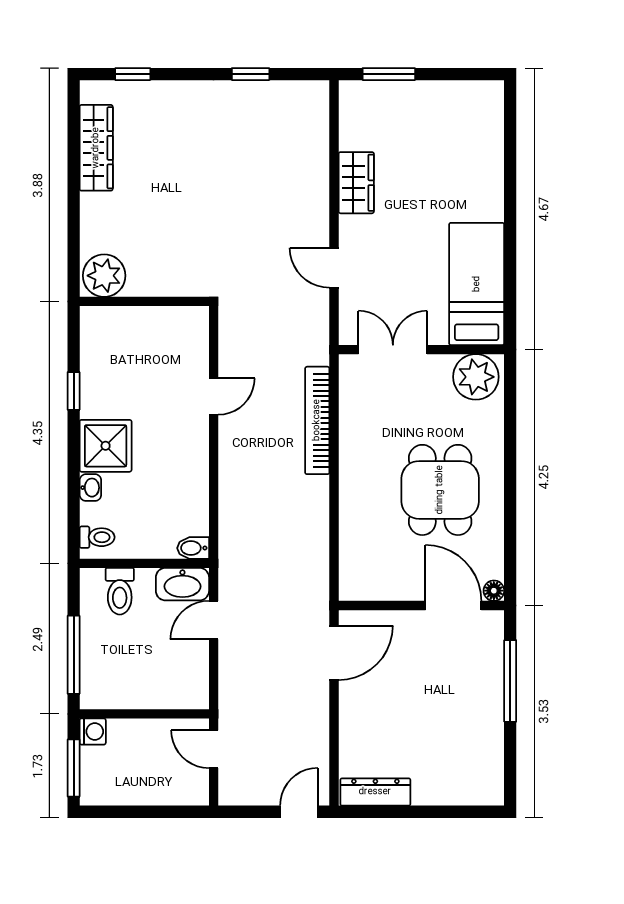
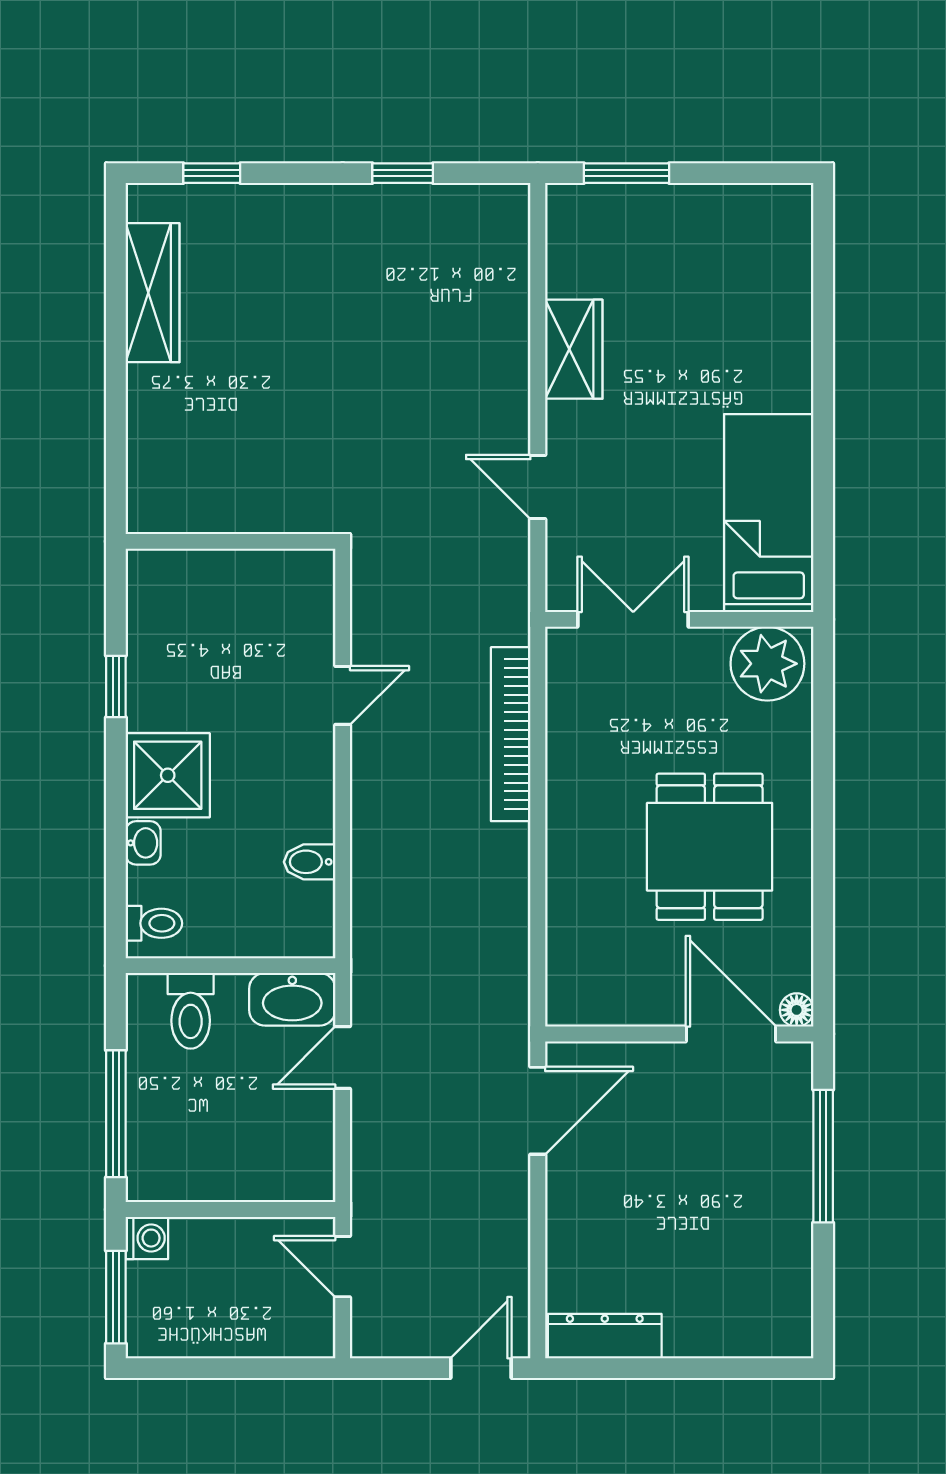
plant: (104, 276) -> (165, 500), removed
bidet: (193, 548) -> (310, 862), moved

